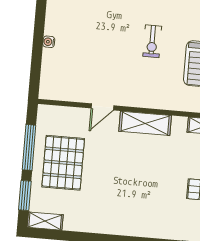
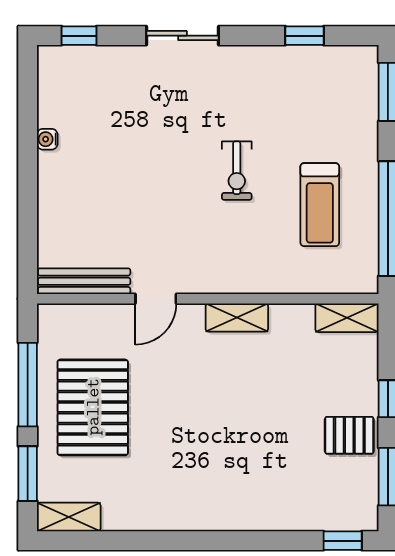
water cooler: (49, 42) -> (47, 139), moved
bench: (64, 94) -> (84, 281), added
shelving: (145, 123) -> (237, 318), width x0.67, depth x0.75

